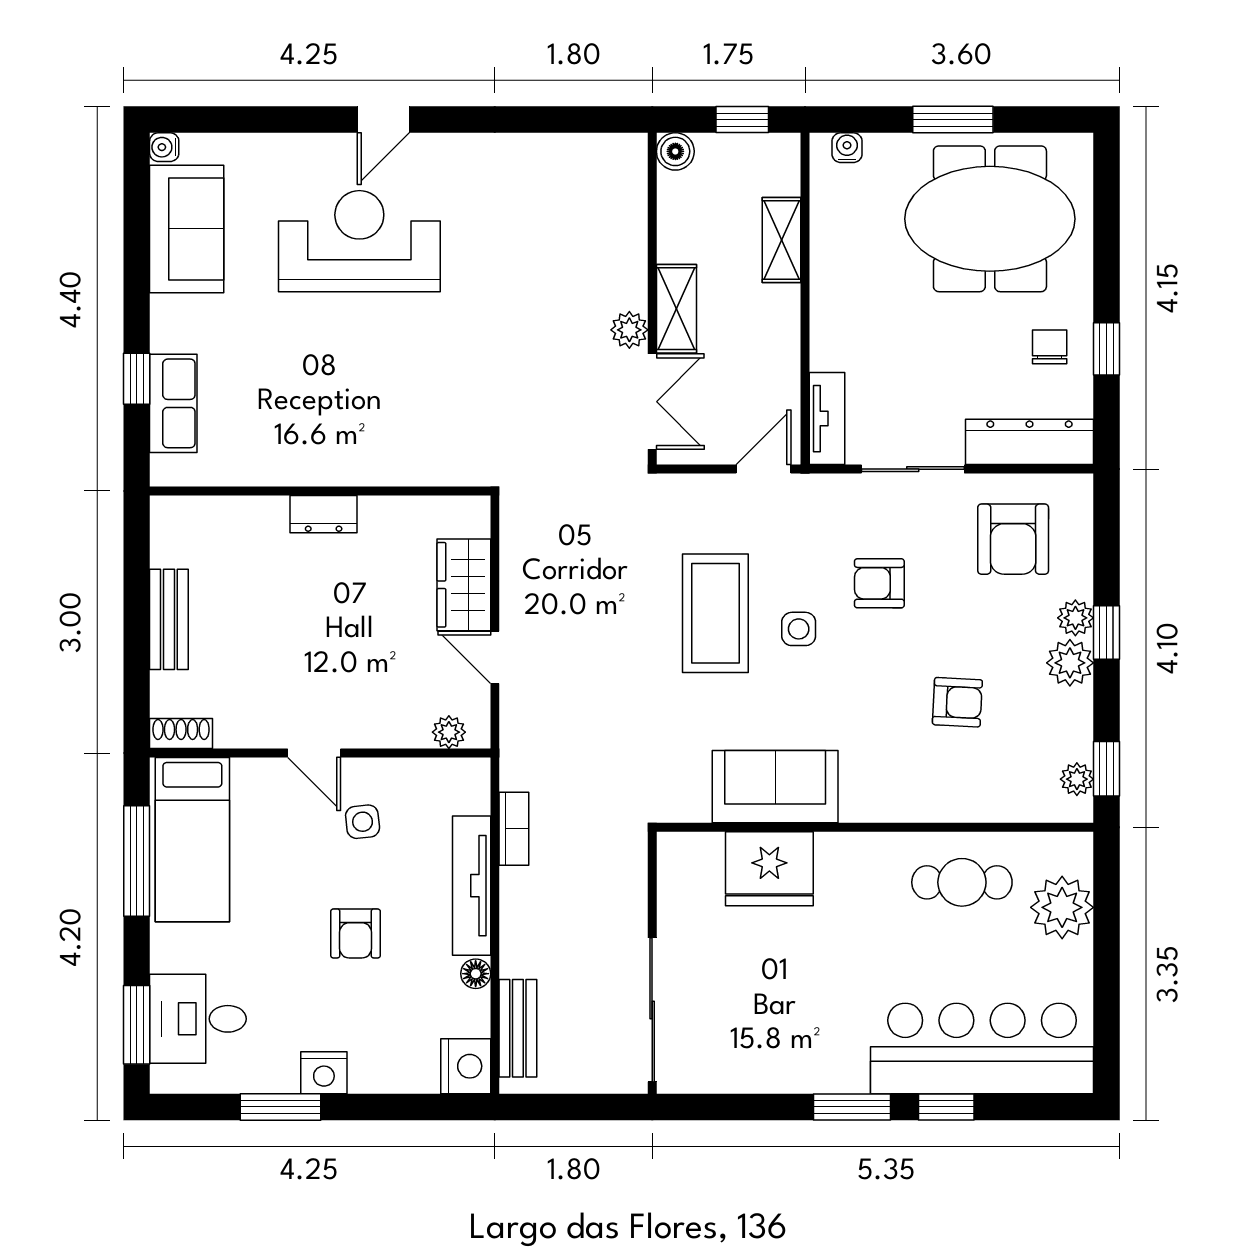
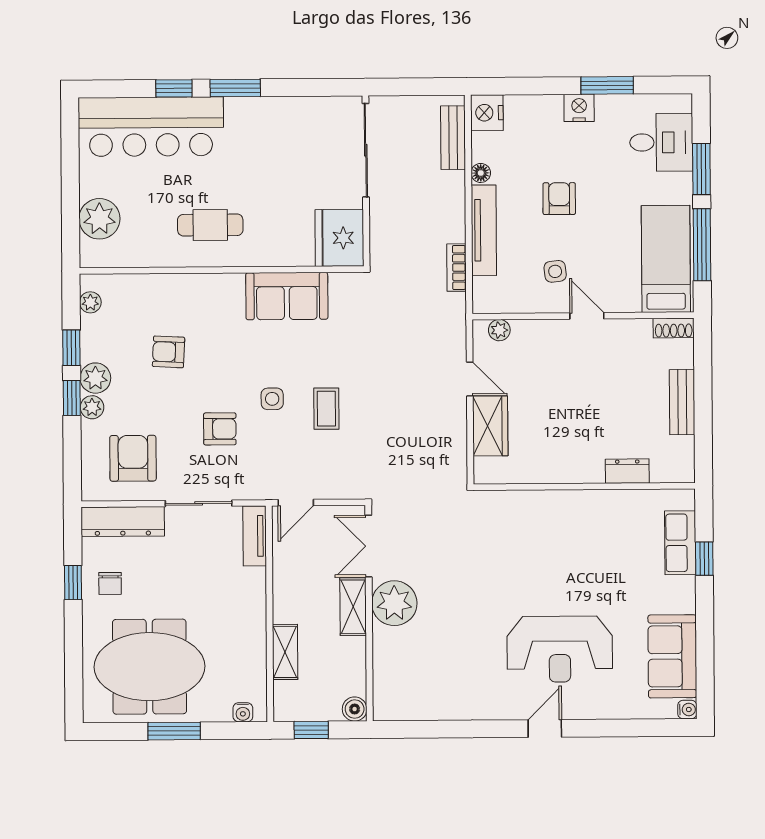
plant: (629, 330) -> (394, 603), width x1.87, depth x1.87
dresser: (324, 514) -> (627, 471), moved
coffee table: (715, 613) -> (326, 409), width x0.54, depth x0.58
window: (1107, 769) -> (71, 348), moved
fridge: (769, 869) -> (339, 238), moved, turned -90
cafe table: (962, 882) -> (210, 225), moved
window: (137, 1025) -> (701, 169), moved

